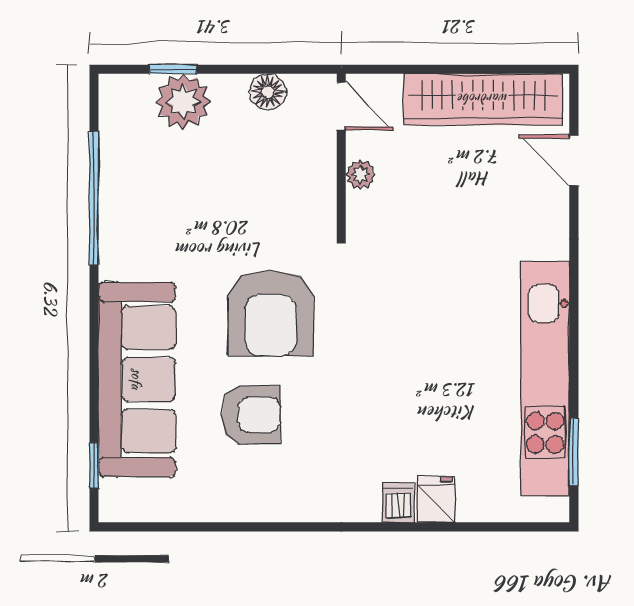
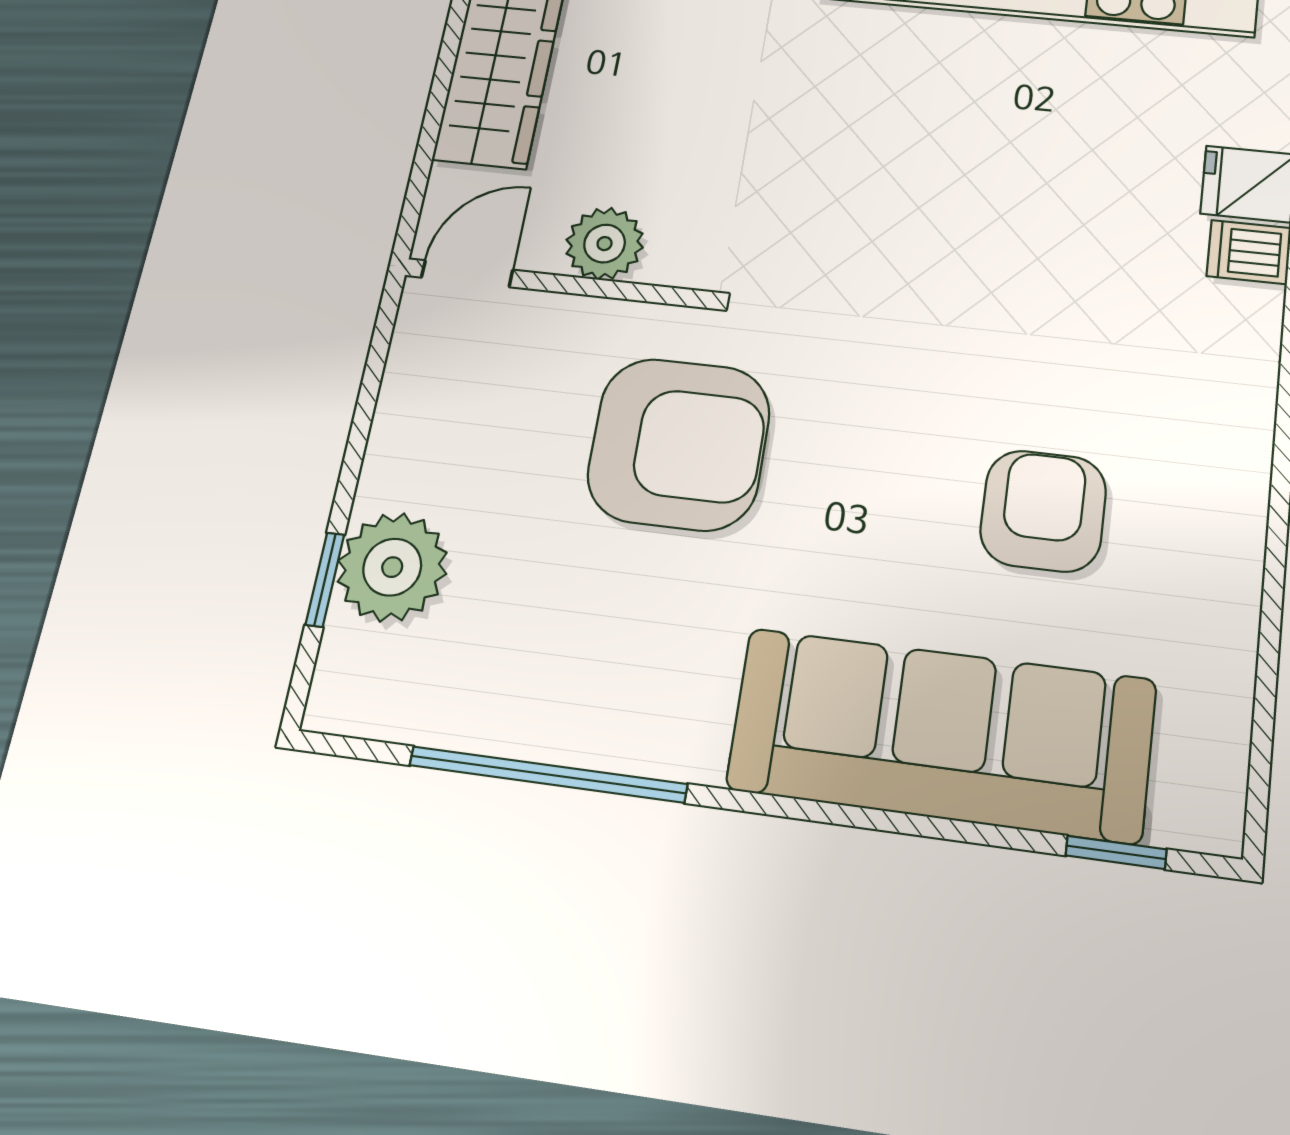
floor lamp: (268, 92) -> (410, 404), removed
plant: (361, 175) -> (605, 244), width x1.38, depth x1.38
armchair: (271, 313) -> (679, 444), moved

